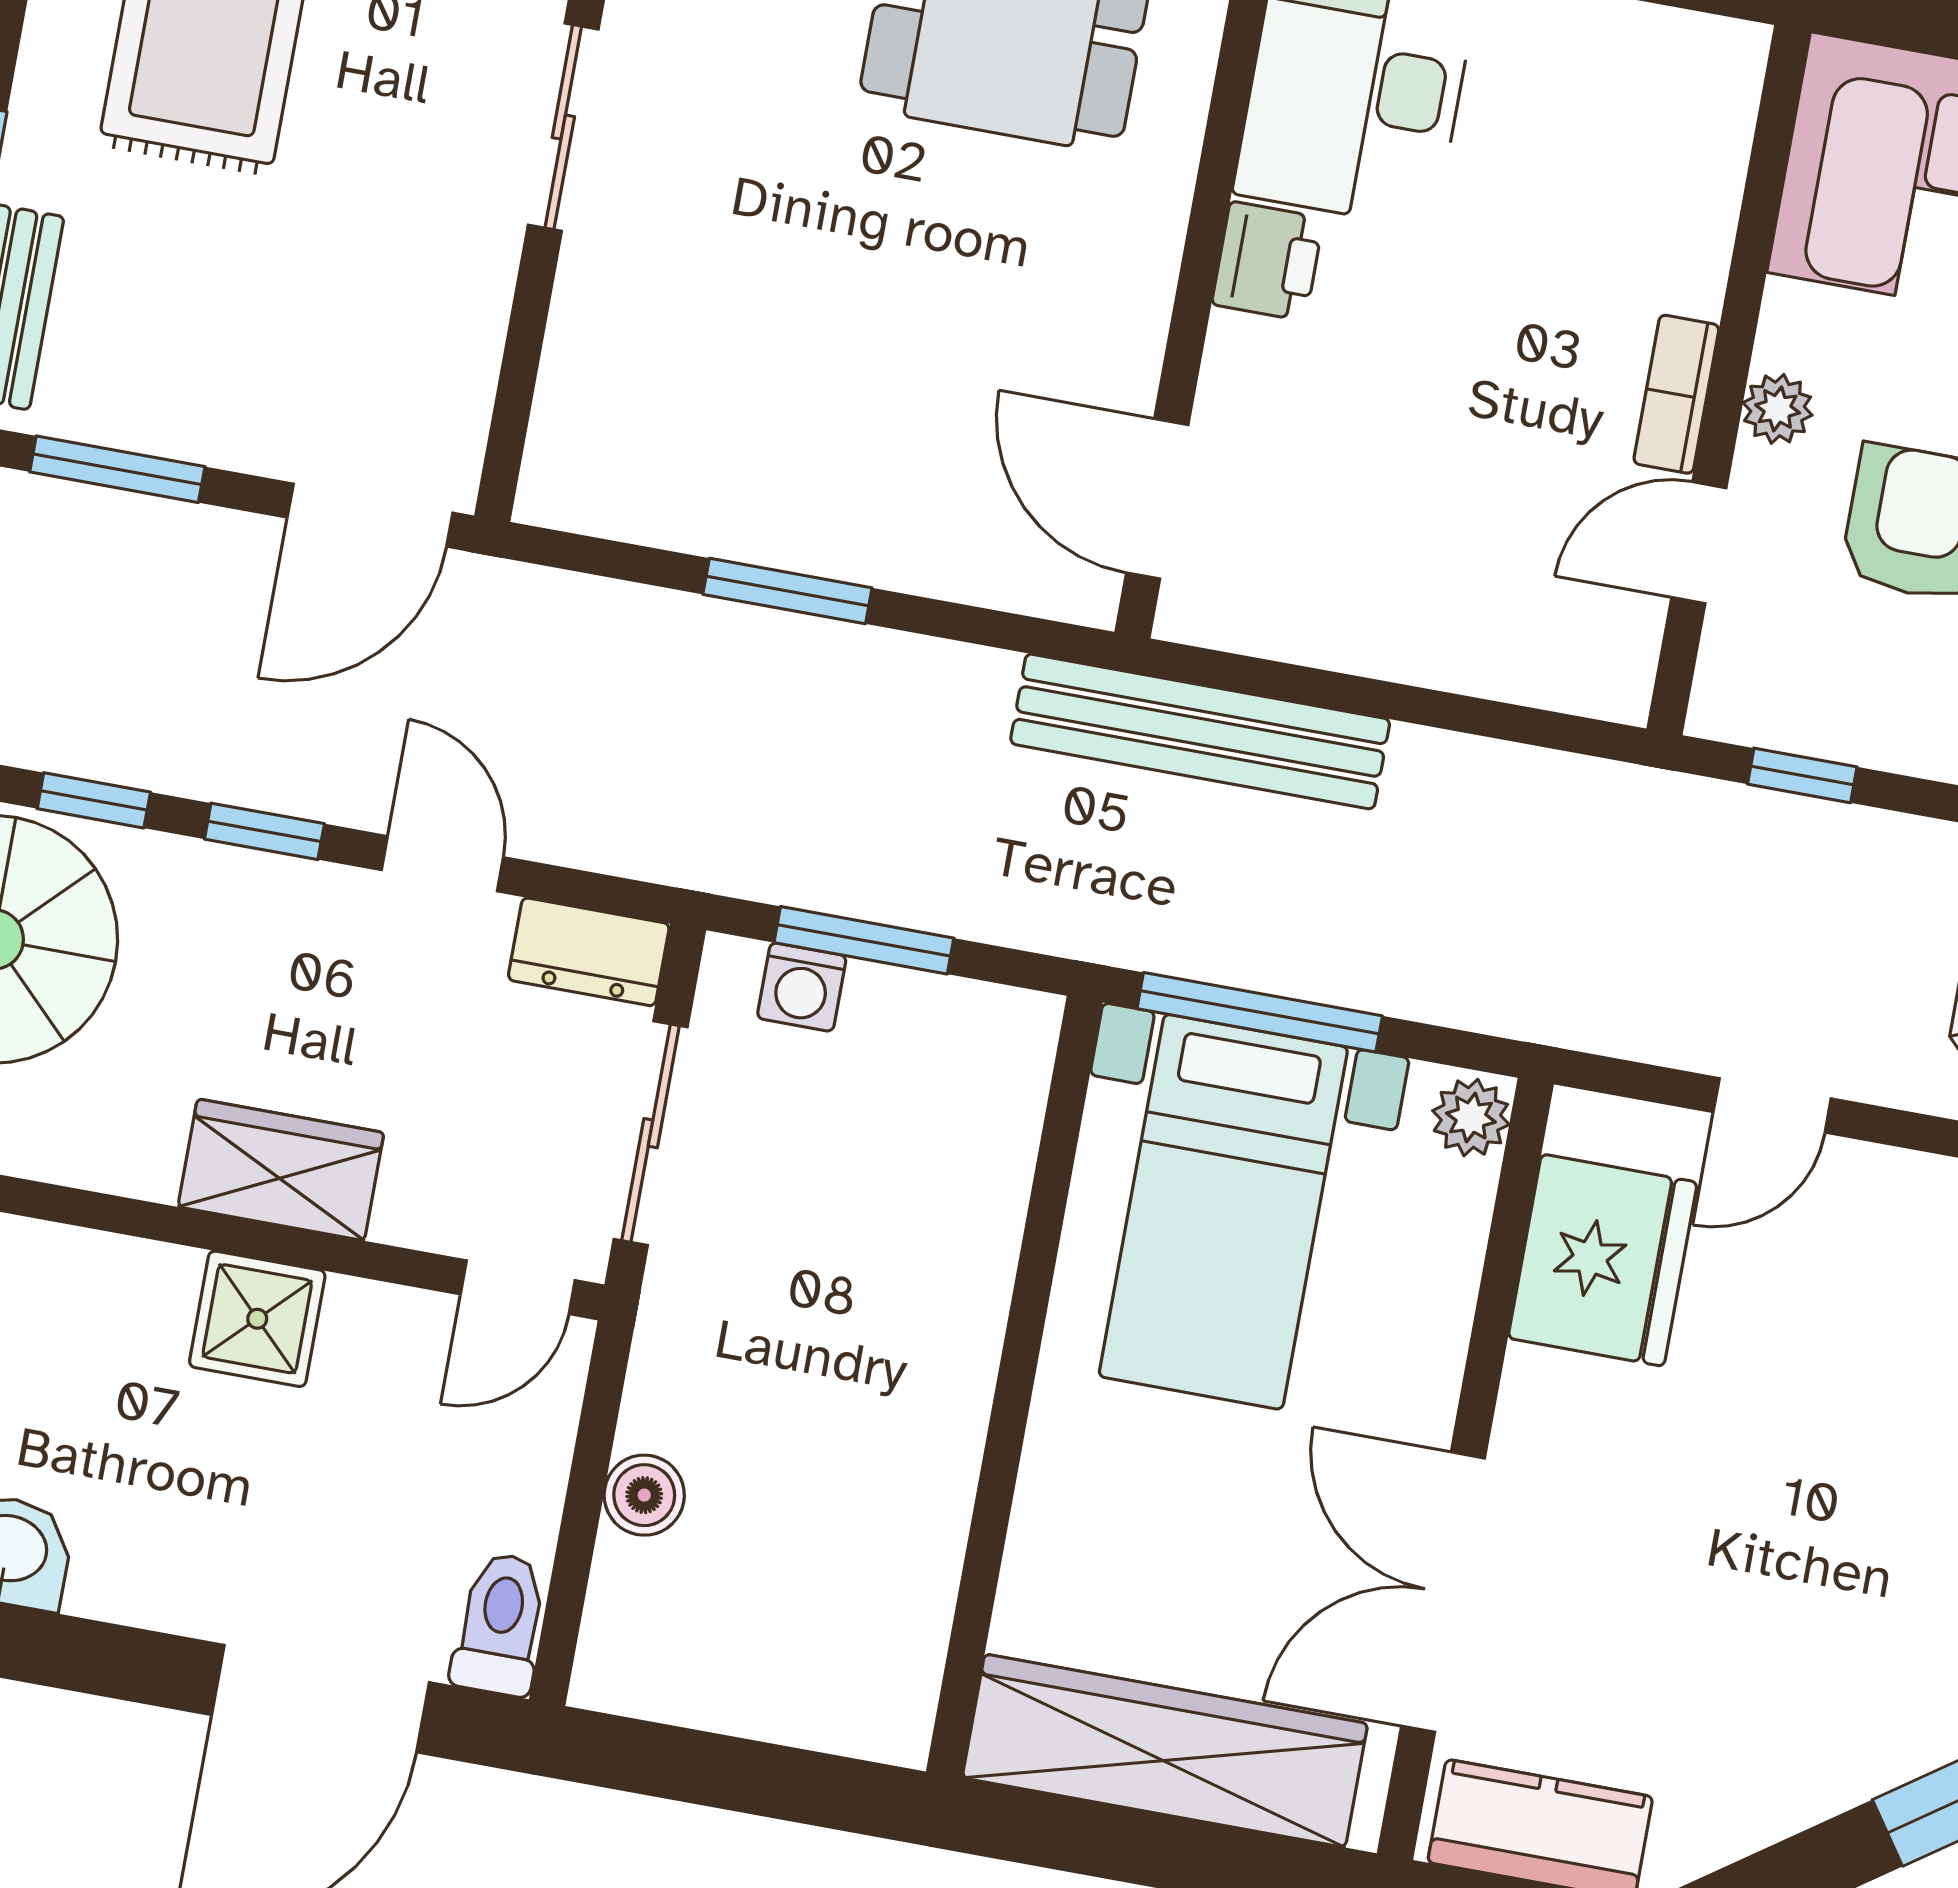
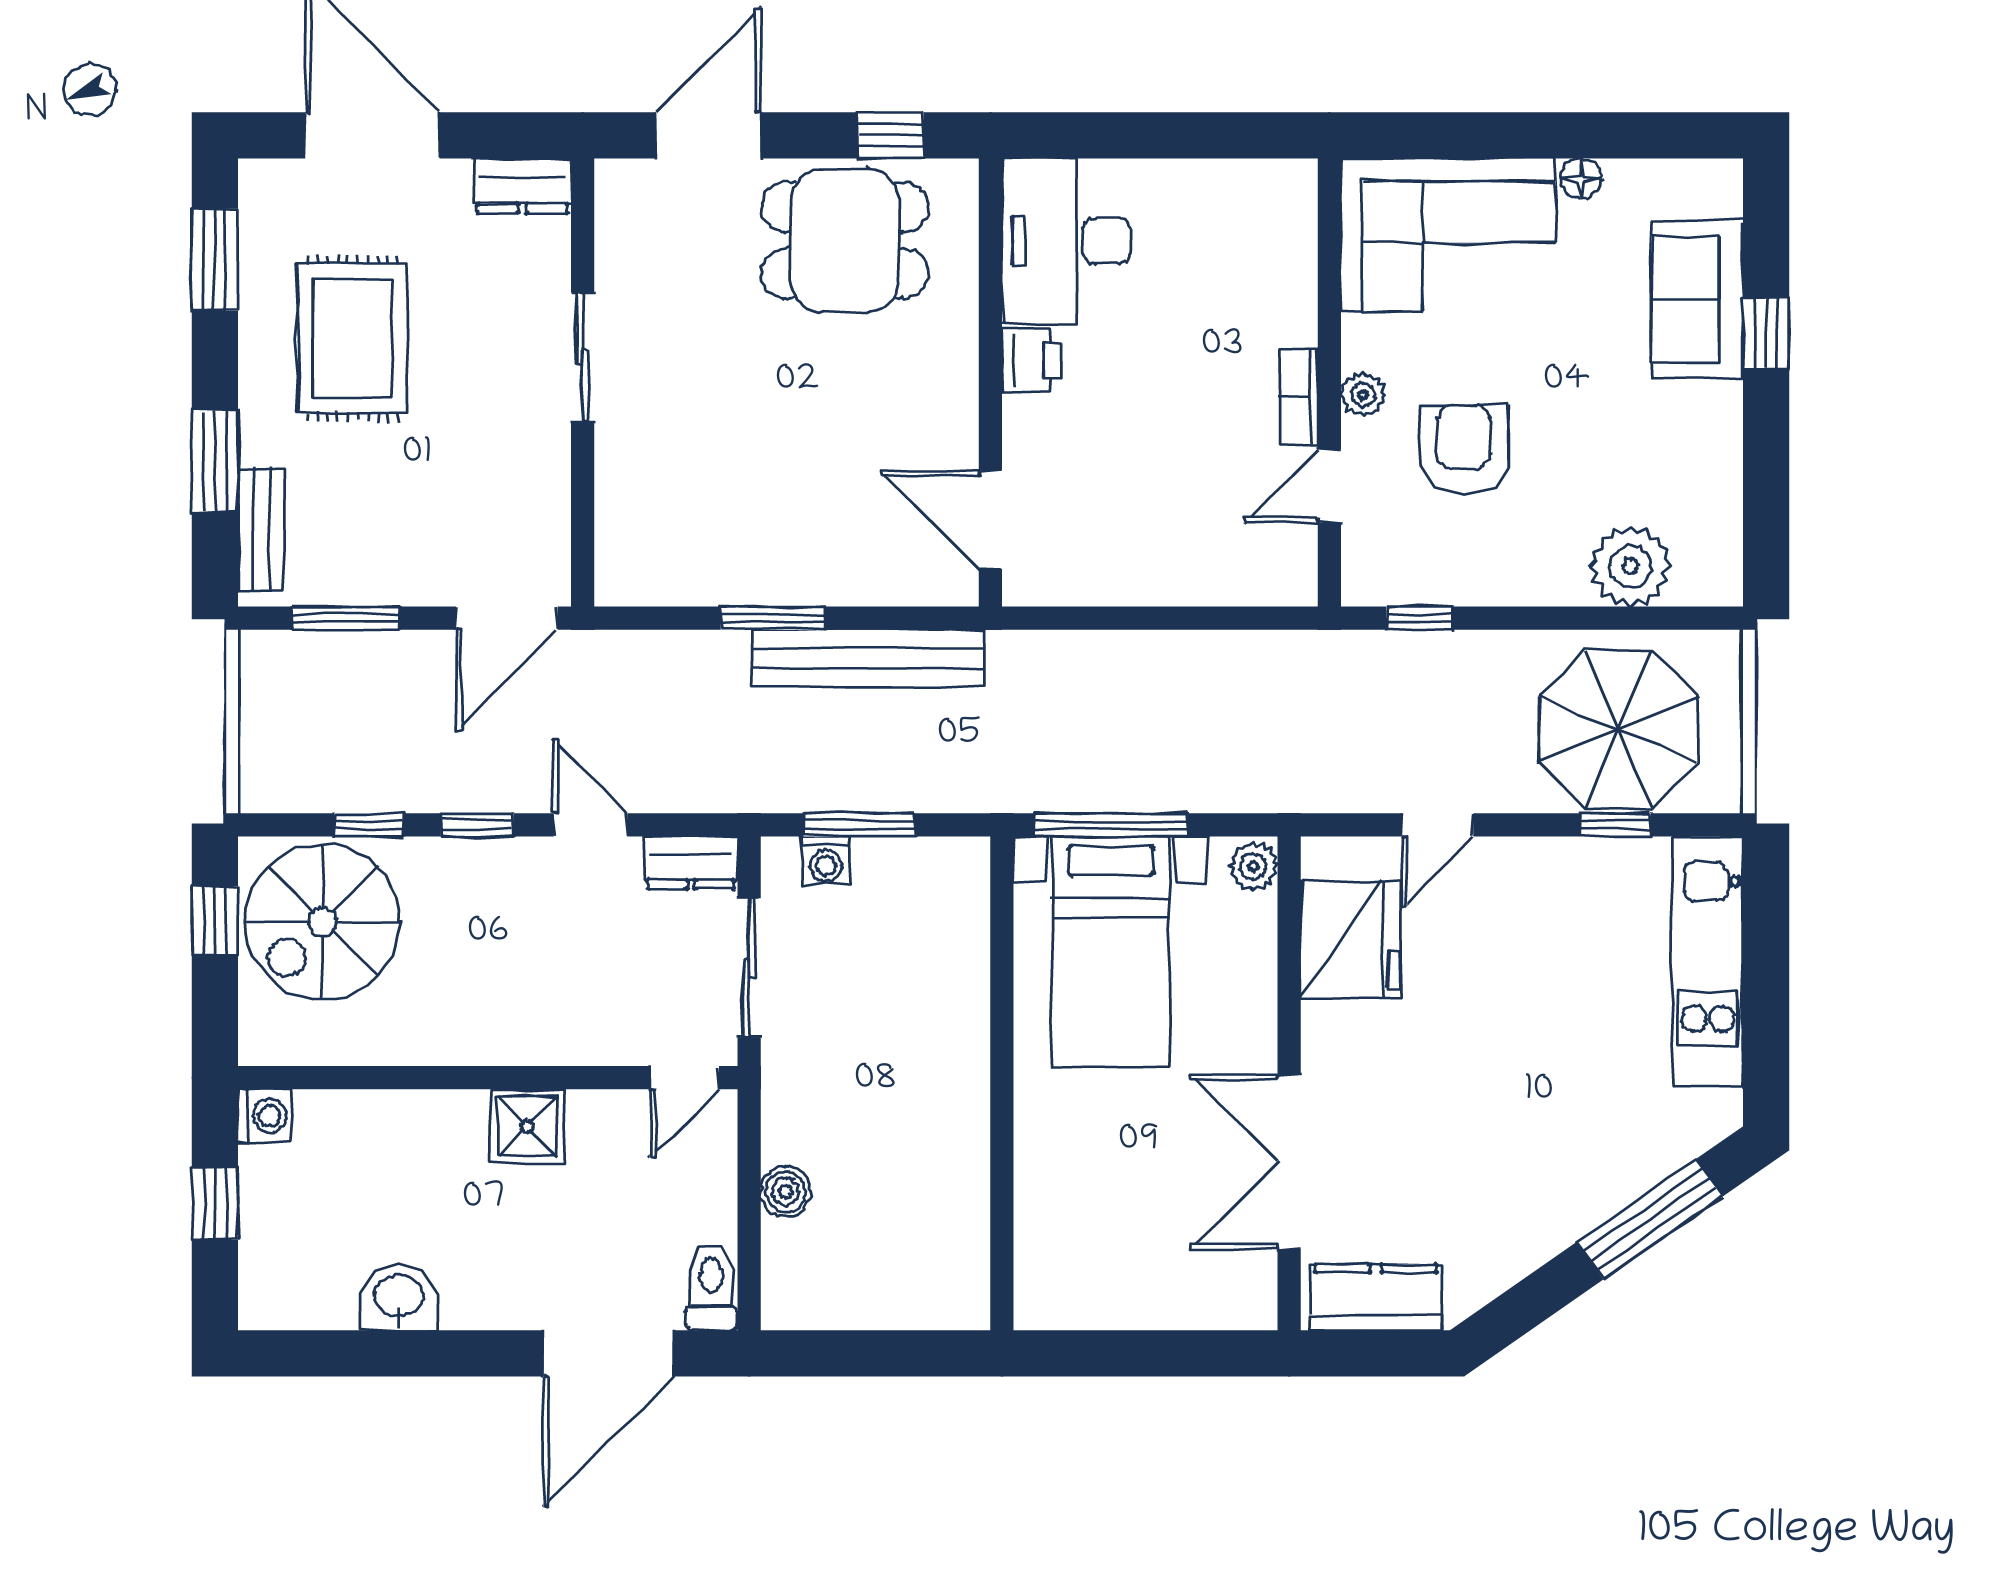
bench: (1200, 731) -> (868, 658), moved
wardrobe: (281, 1170) -> (525, 1032), removed
wardrobe: (1165, 1751) -> (1136, 1291), removed

